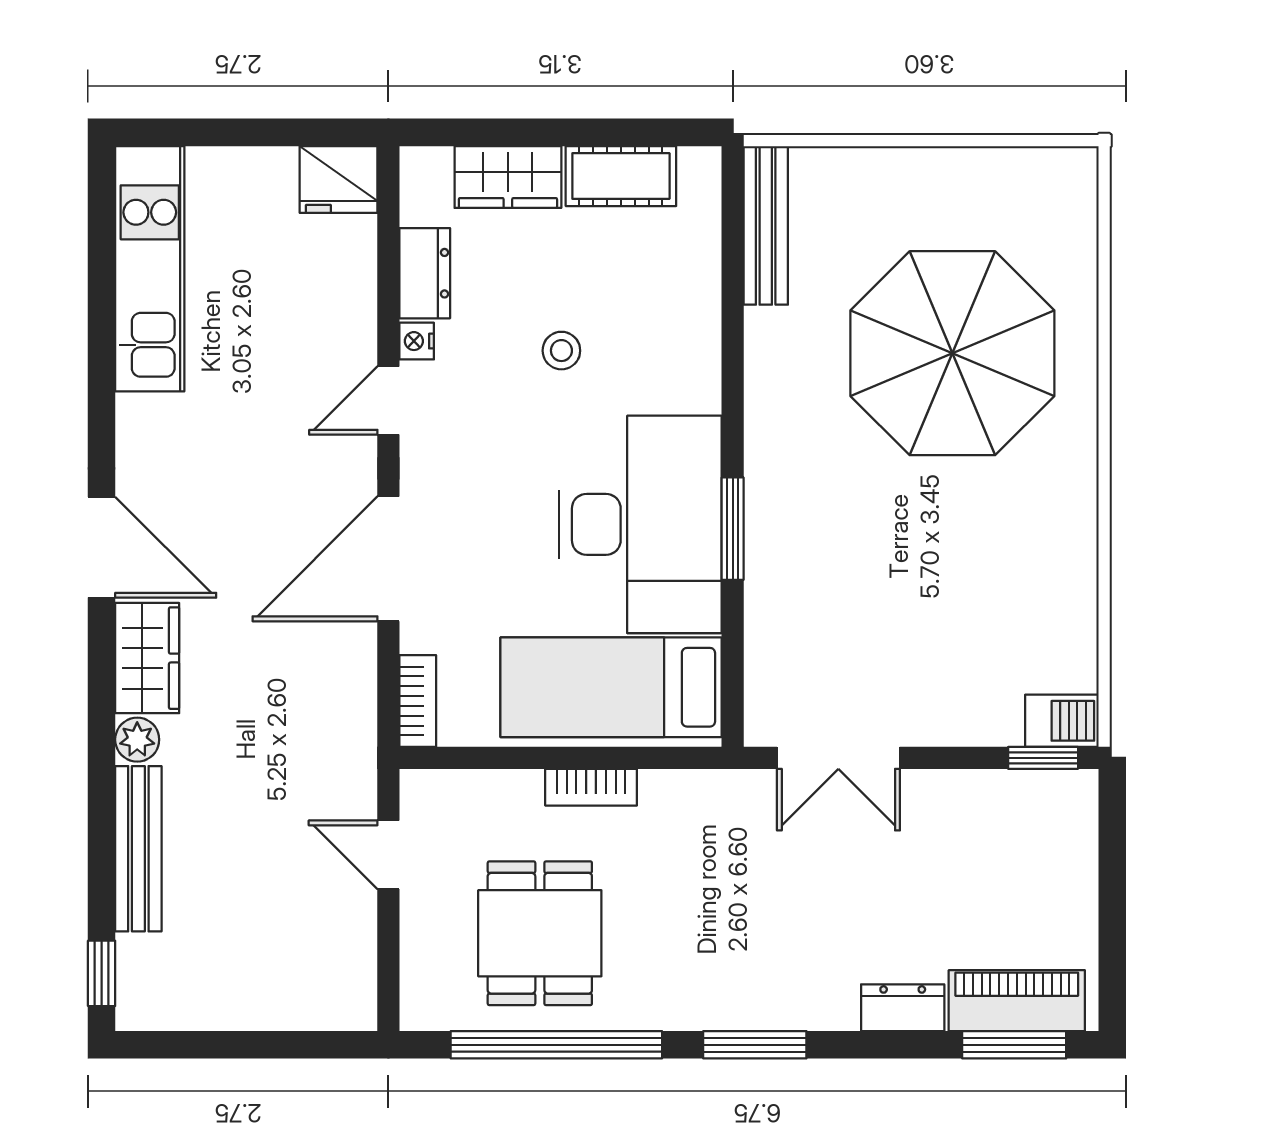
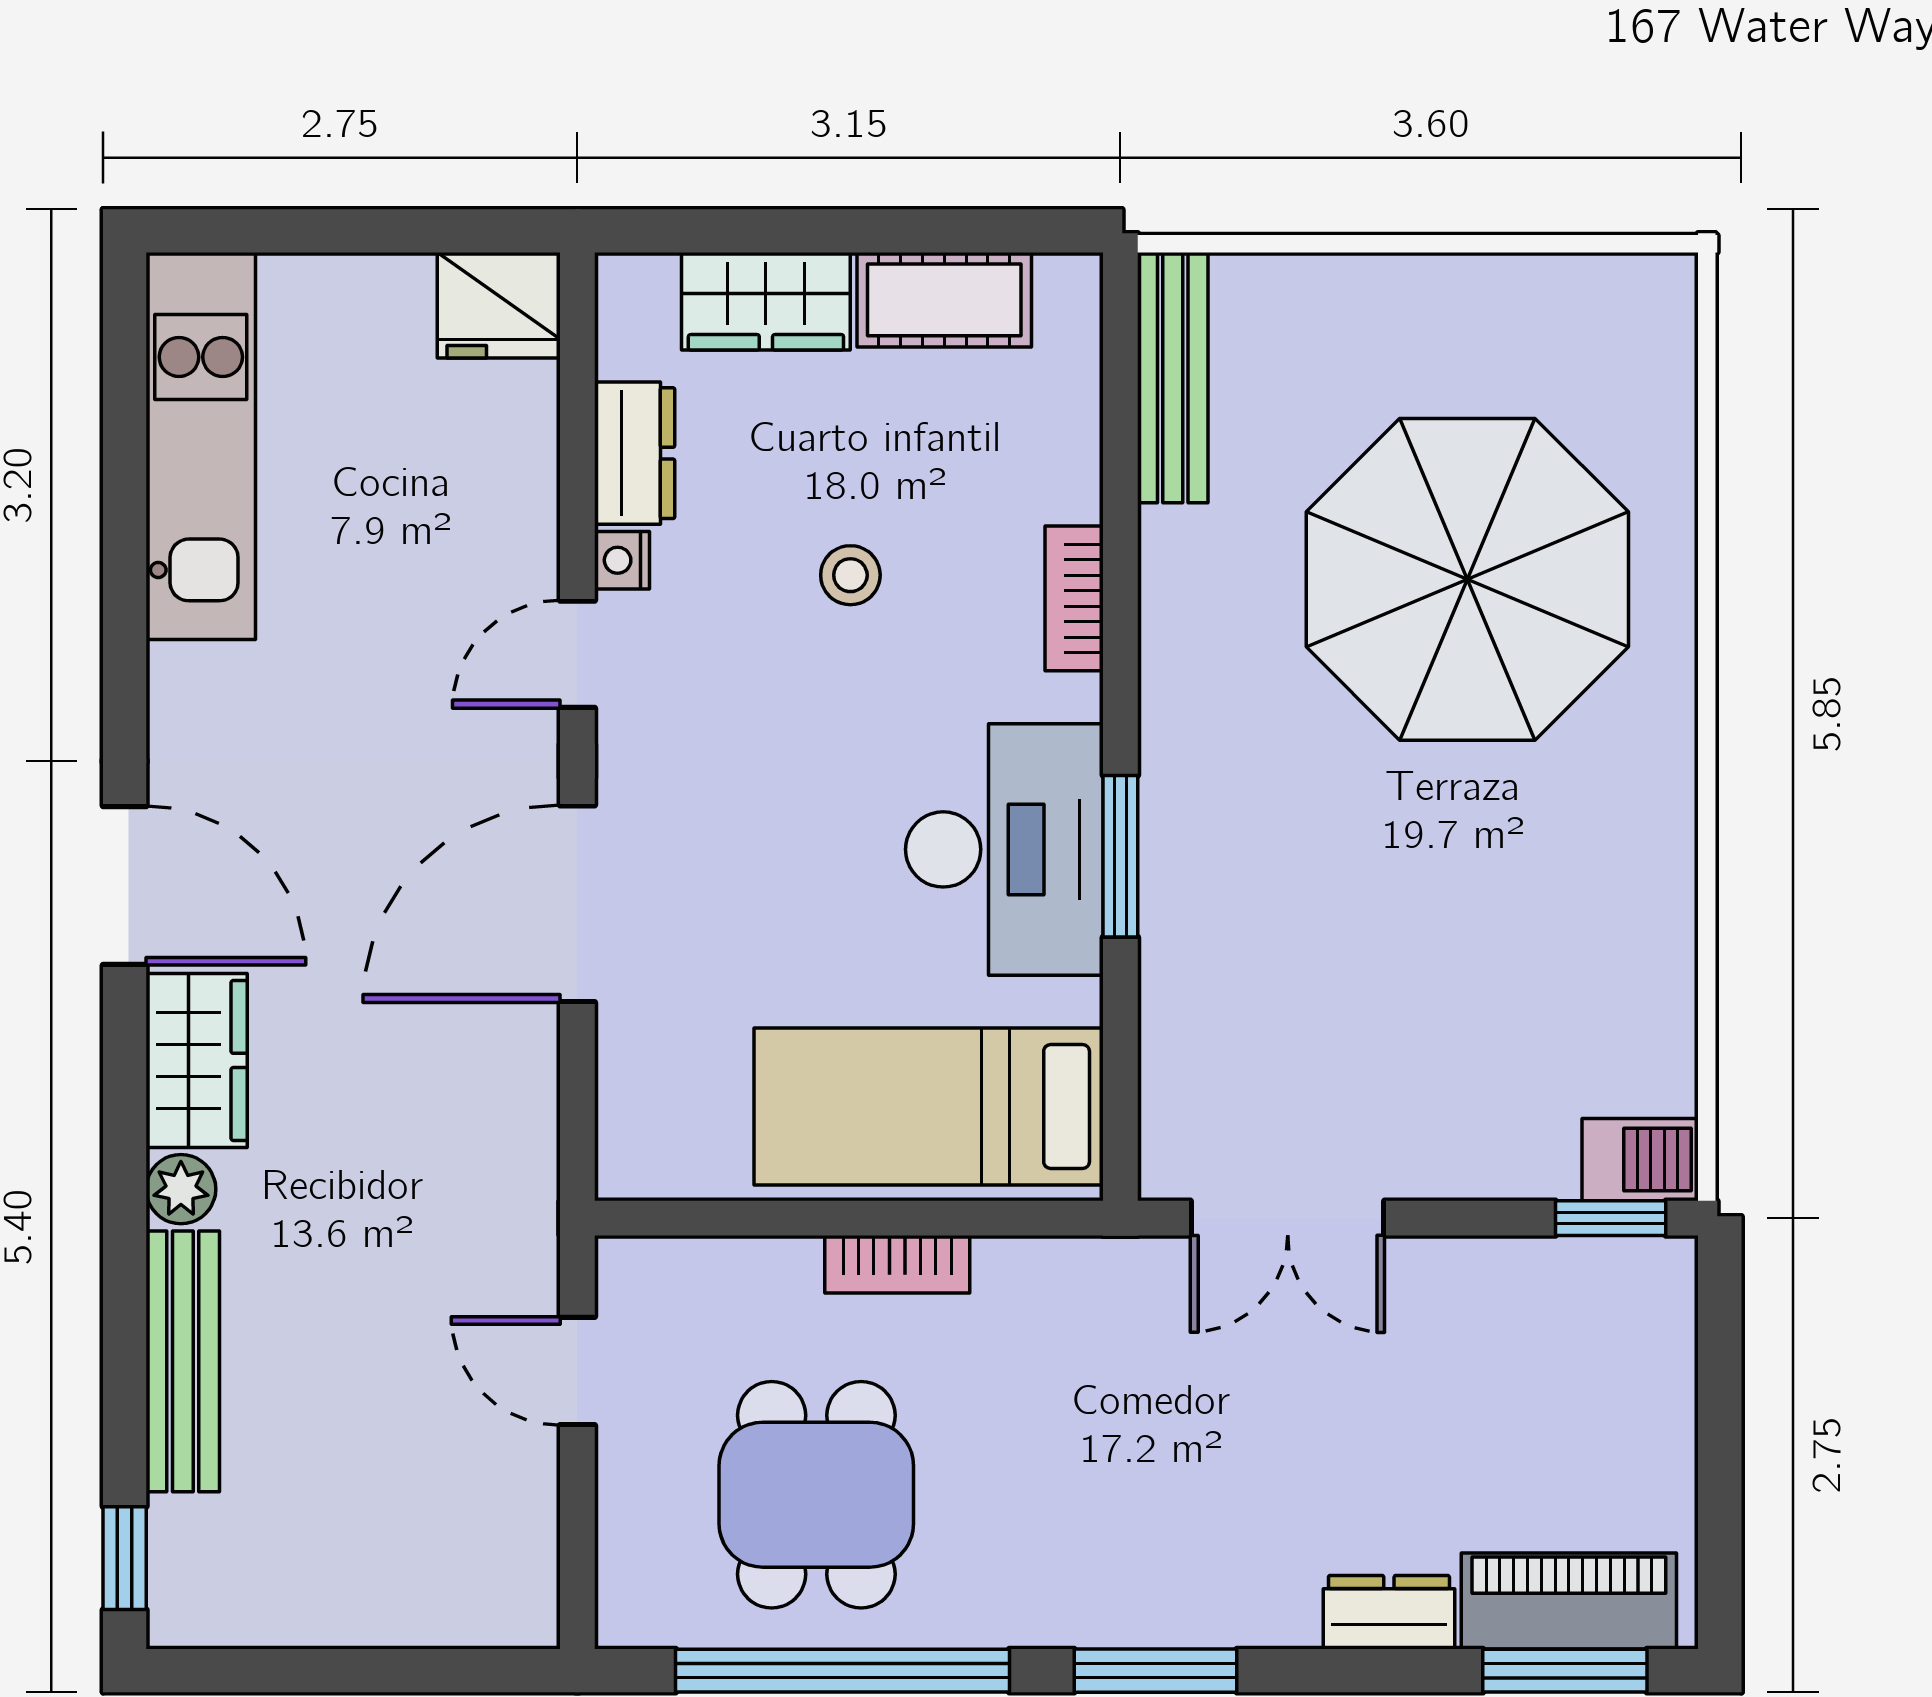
desk: (640, 524) -> (1004, 849), width x0.73, depth x0.77
bookcase: (418, 701) -> (1074, 598), moved, turned 180

